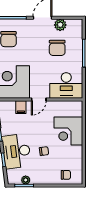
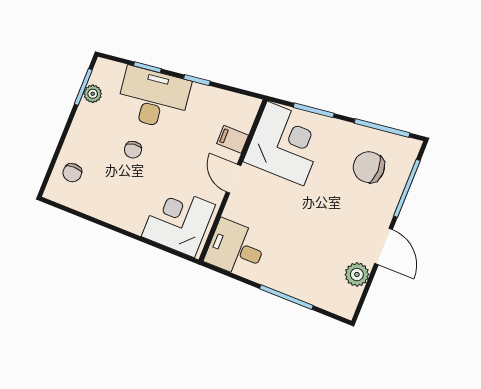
chair: (57, 48) -> (316, 251), removed
desk: (66, 85) -> (236, 249), width x0.73
corner desk: (68, 131) -> (178, 221), moved

